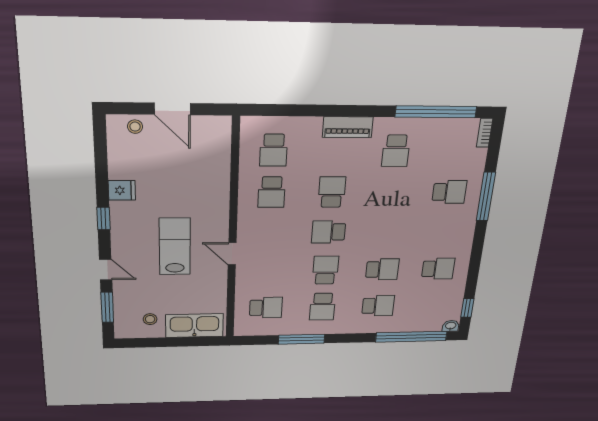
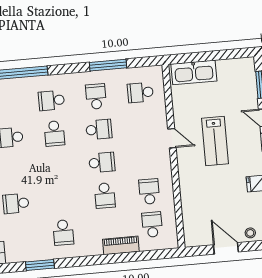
window: (436, 112) -> (40, 265), width x0.47
piano: (348, 127) -> (121, 245), moved
school desk: (396, 151) -> (63, 232), turned 180
school desk: (382, 269) -> (54, 133), turned -90
school desk: (325, 270) -> (99, 129), turned -90
stool: (150, 319) -> (228, 76), removed

